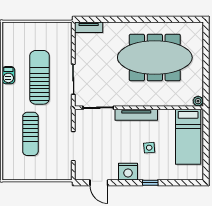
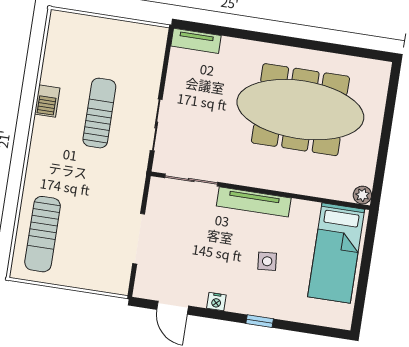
sun lounger: (40, 77) -> (99, 113), width x0.73, depth x0.75
sun lounger: (30, 134) -> (43, 234), moved
nightstand: (128, 172) -> (216, 302), width x0.53, depth x0.56

